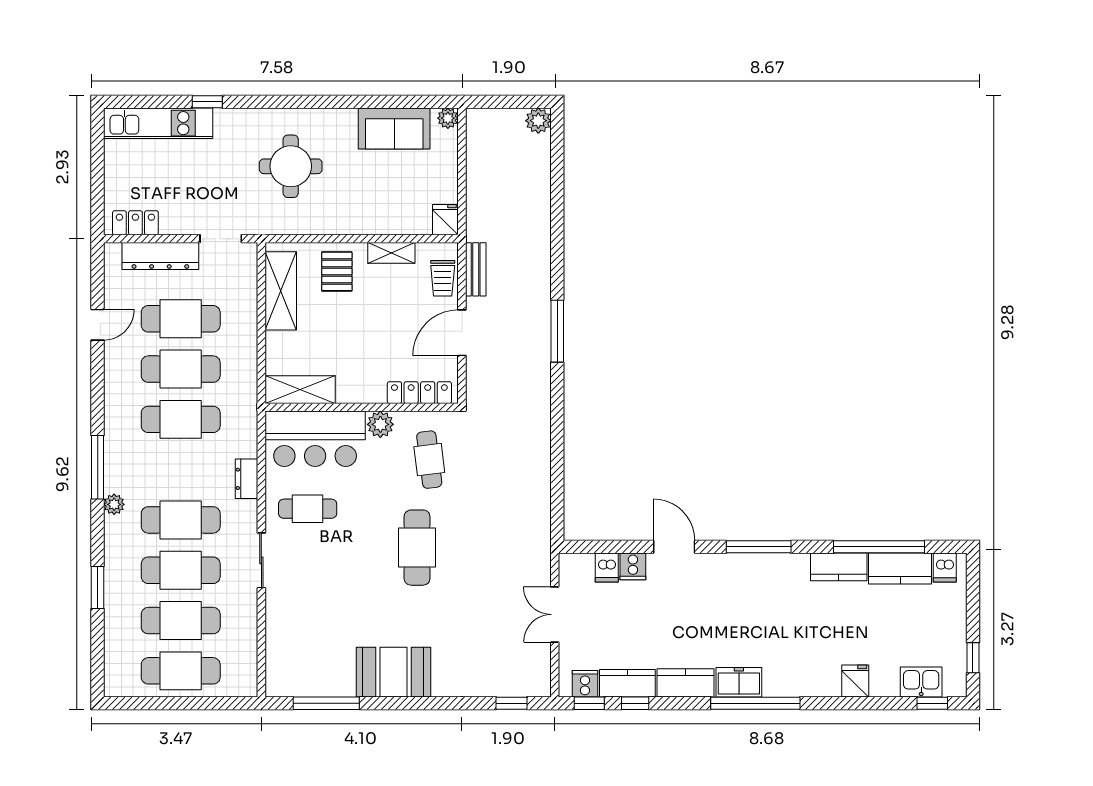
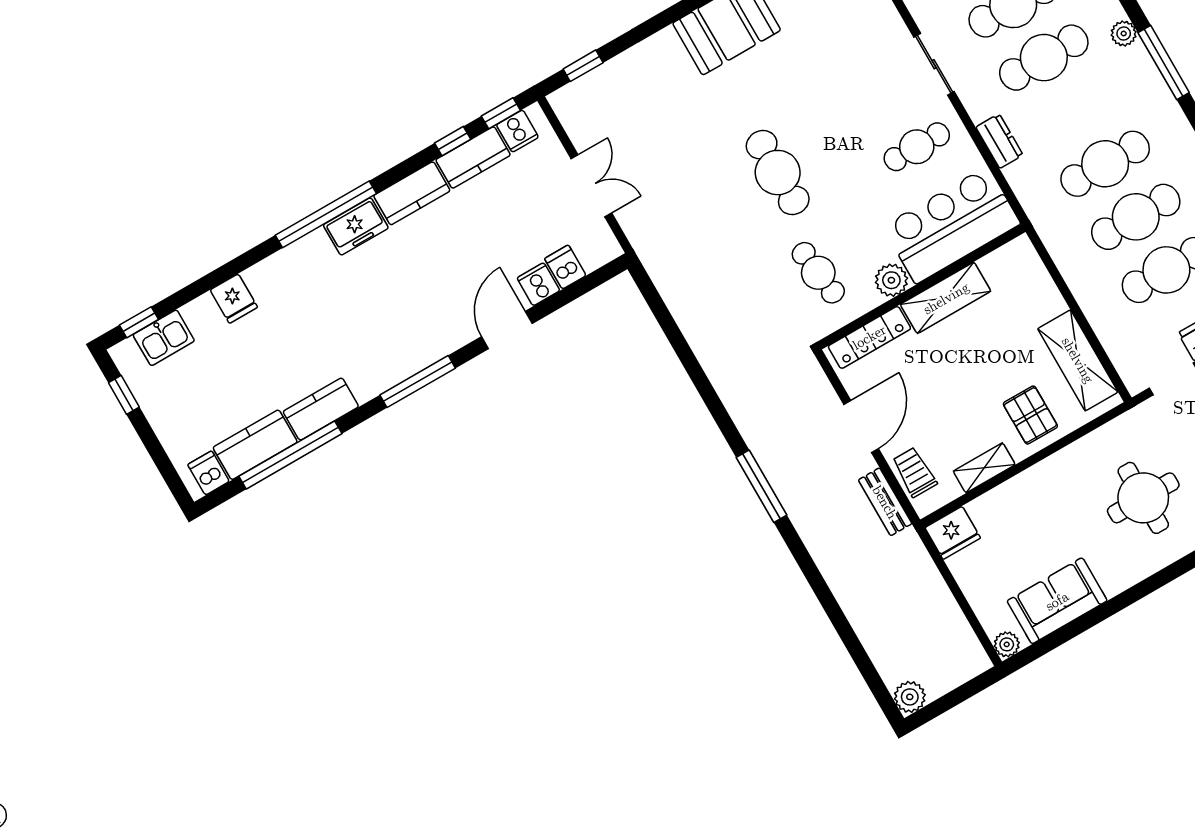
fridge: (445, 220) -> (953, 533), width x1.38
shelving: (300, 390) -> (946, 298), moved
door: (674, 547) -> (507, 330), swing flipped

